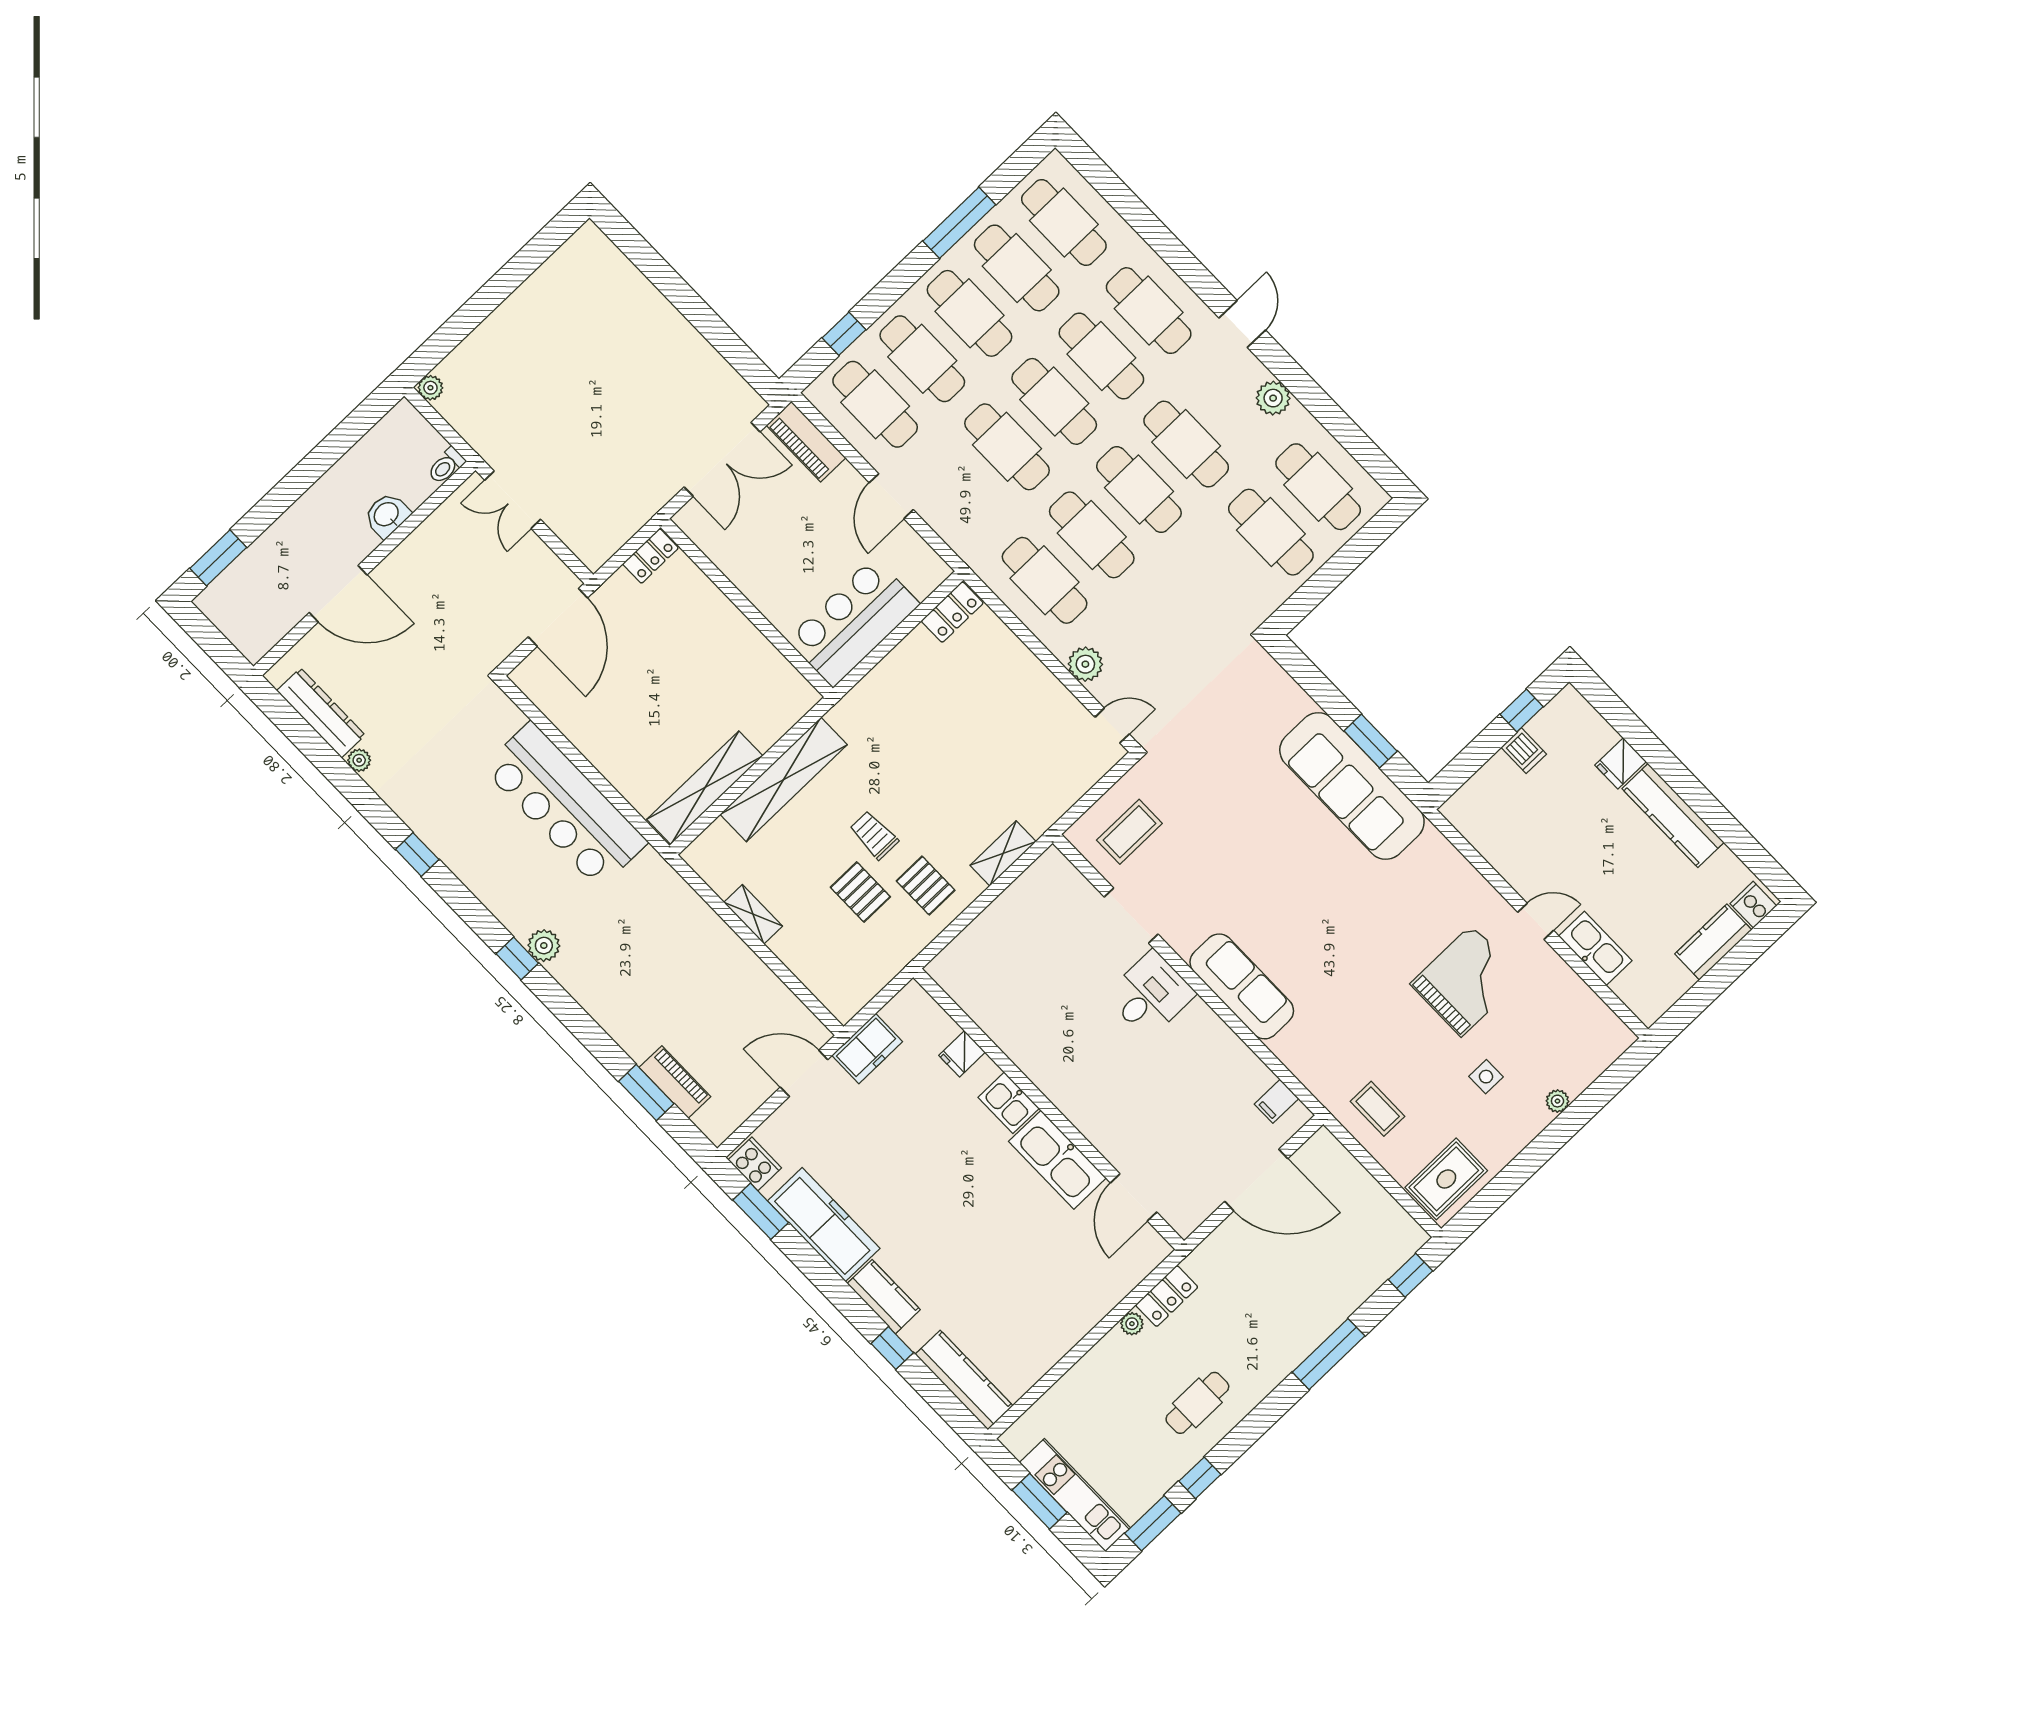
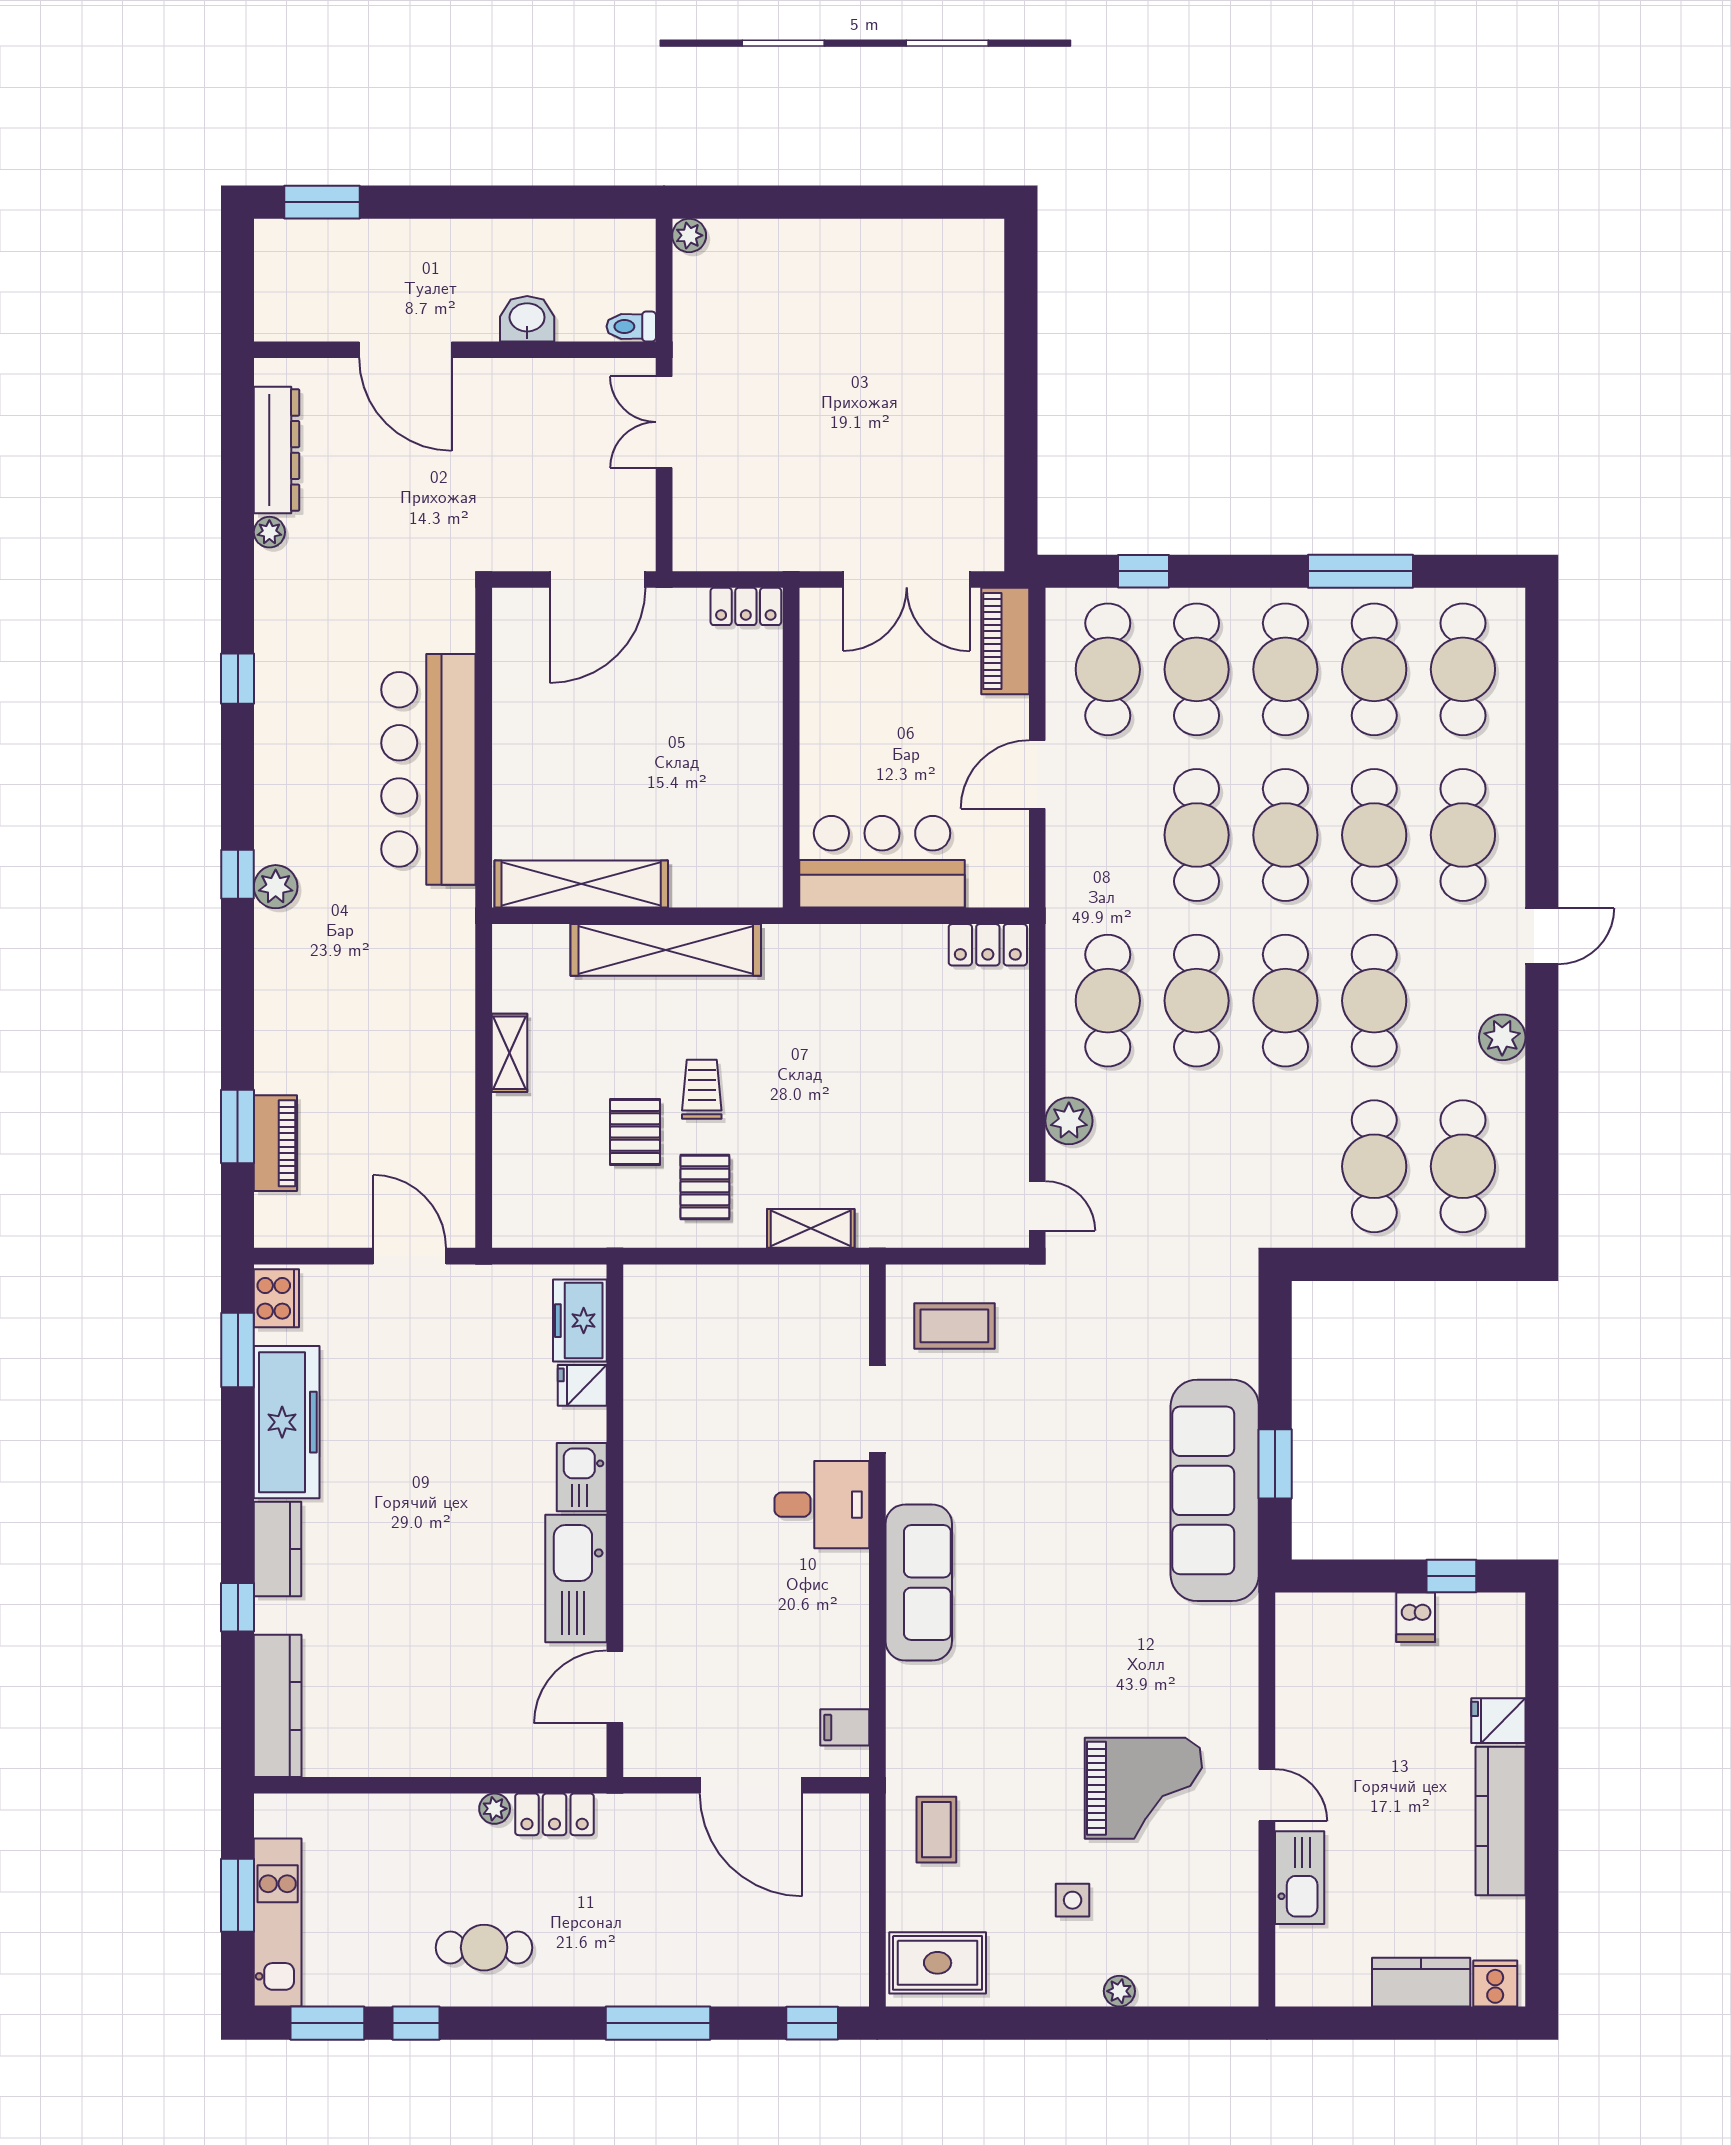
freezer: (867, 1049) -> (580, 1321), moved, turned 90

